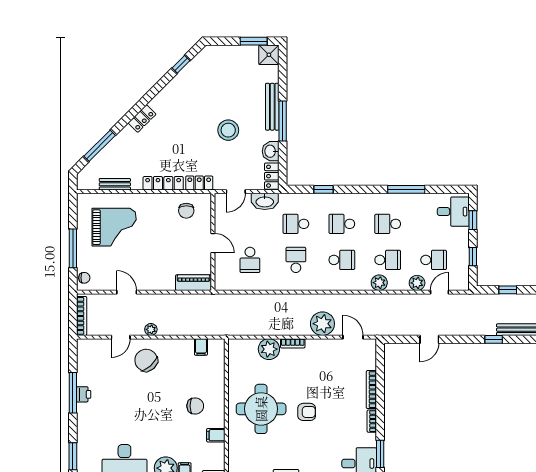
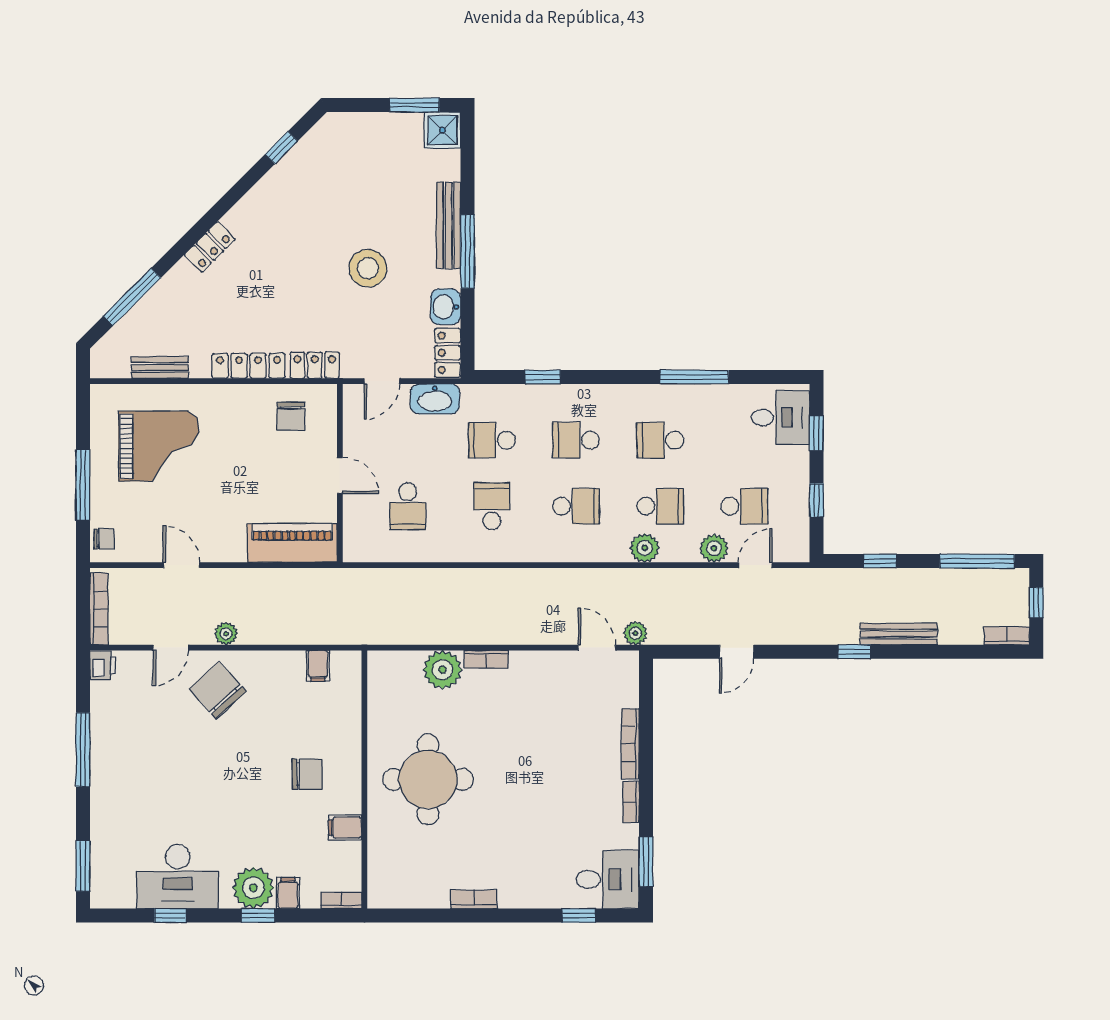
piano: (194, 283) -> (292, 543), width x1.37, depth x1.33
plant: (322, 324) -> (635, 633), moved, width x0.53, depth x0.53
printer: (84, 394) -> (103, 666), moved
armchair: (307, 412) -> (512, 785), removed

